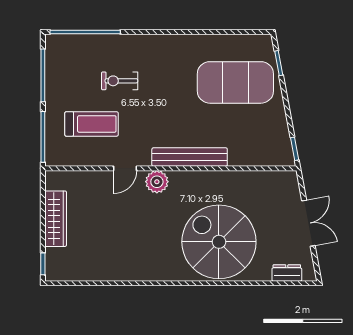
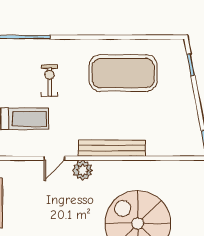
exercise bike: (120, 81) -> (50, 80), turned 90
exercise mat: (235, 82) -> (123, 73), moved

